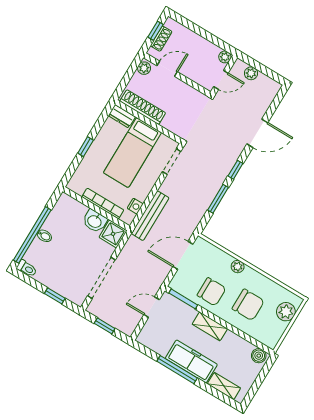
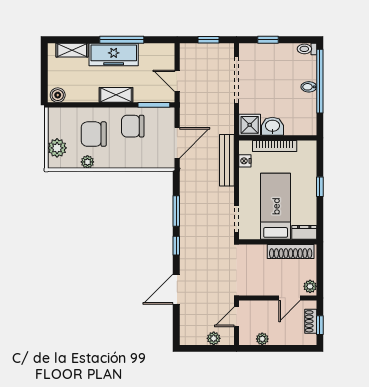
plant: (225, 57) -> (262, 339), moved
plant: (238, 267) -> (87, 162), moved
door: (152, 307) -> (177, 81), swing flipped

